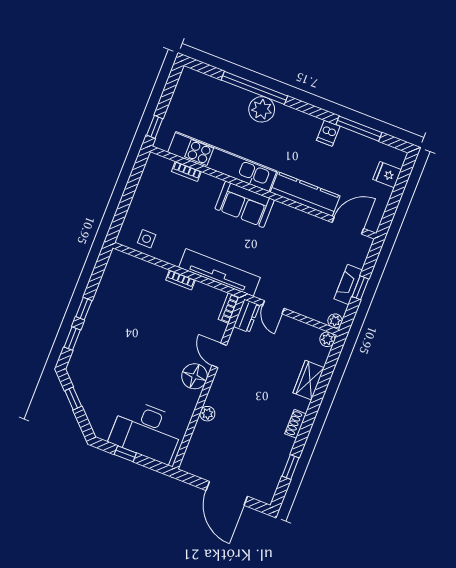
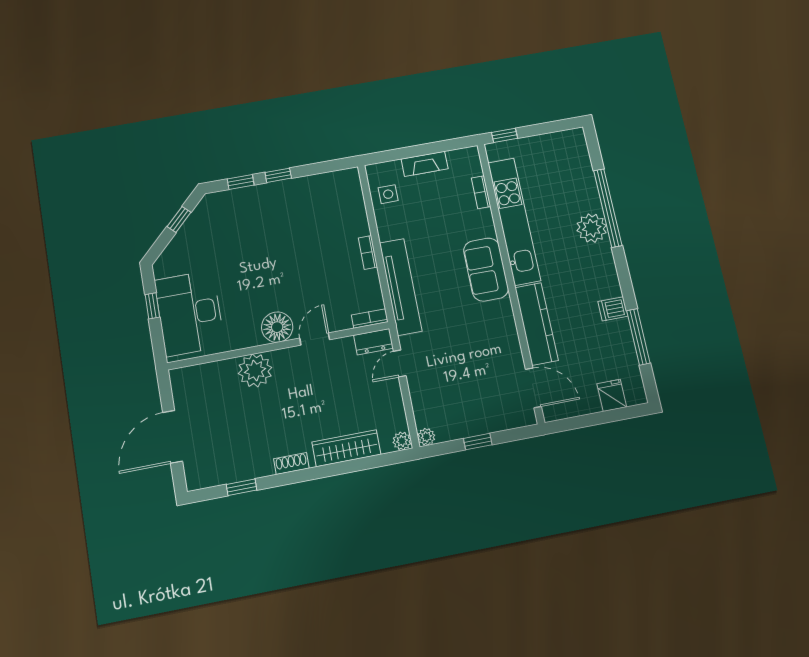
fireplace: (348, 284) -> (425, 164), moved, turned 180
wardrobe: (309, 380) -> (346, 448), width x1.50
plant: (207, 414) -> (255, 370), width x1.88, depth x1.88

